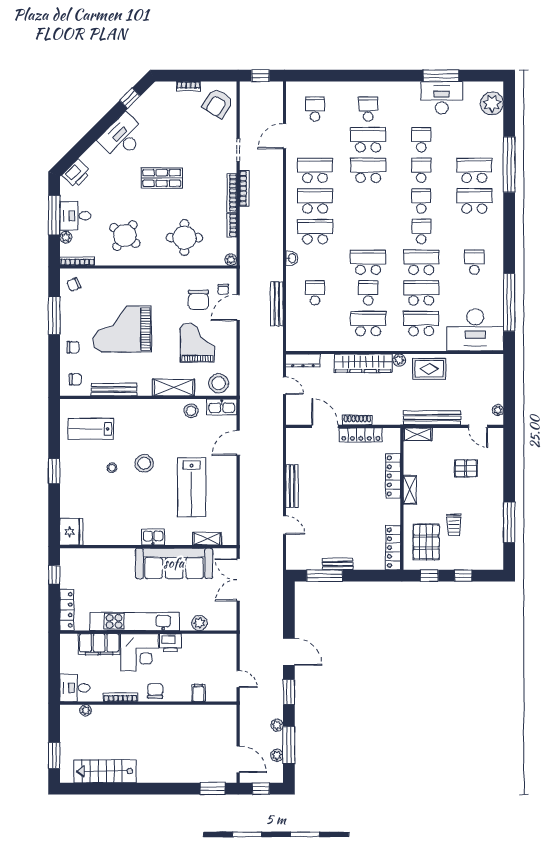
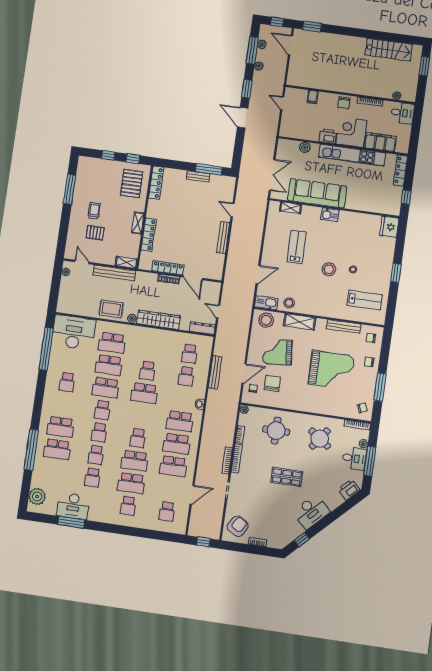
school desk: (368, 201) -> (138, 438), added
school desk: (368, 323) -> (189, 354), moved, width x0.54
grand piano: (198, 343) -> (277, 352), turned 84
lab bench: (192, 487) -> (297, 247), width x0.73, depth x0.72
trolley: (454, 525) -> (94, 211), moved

